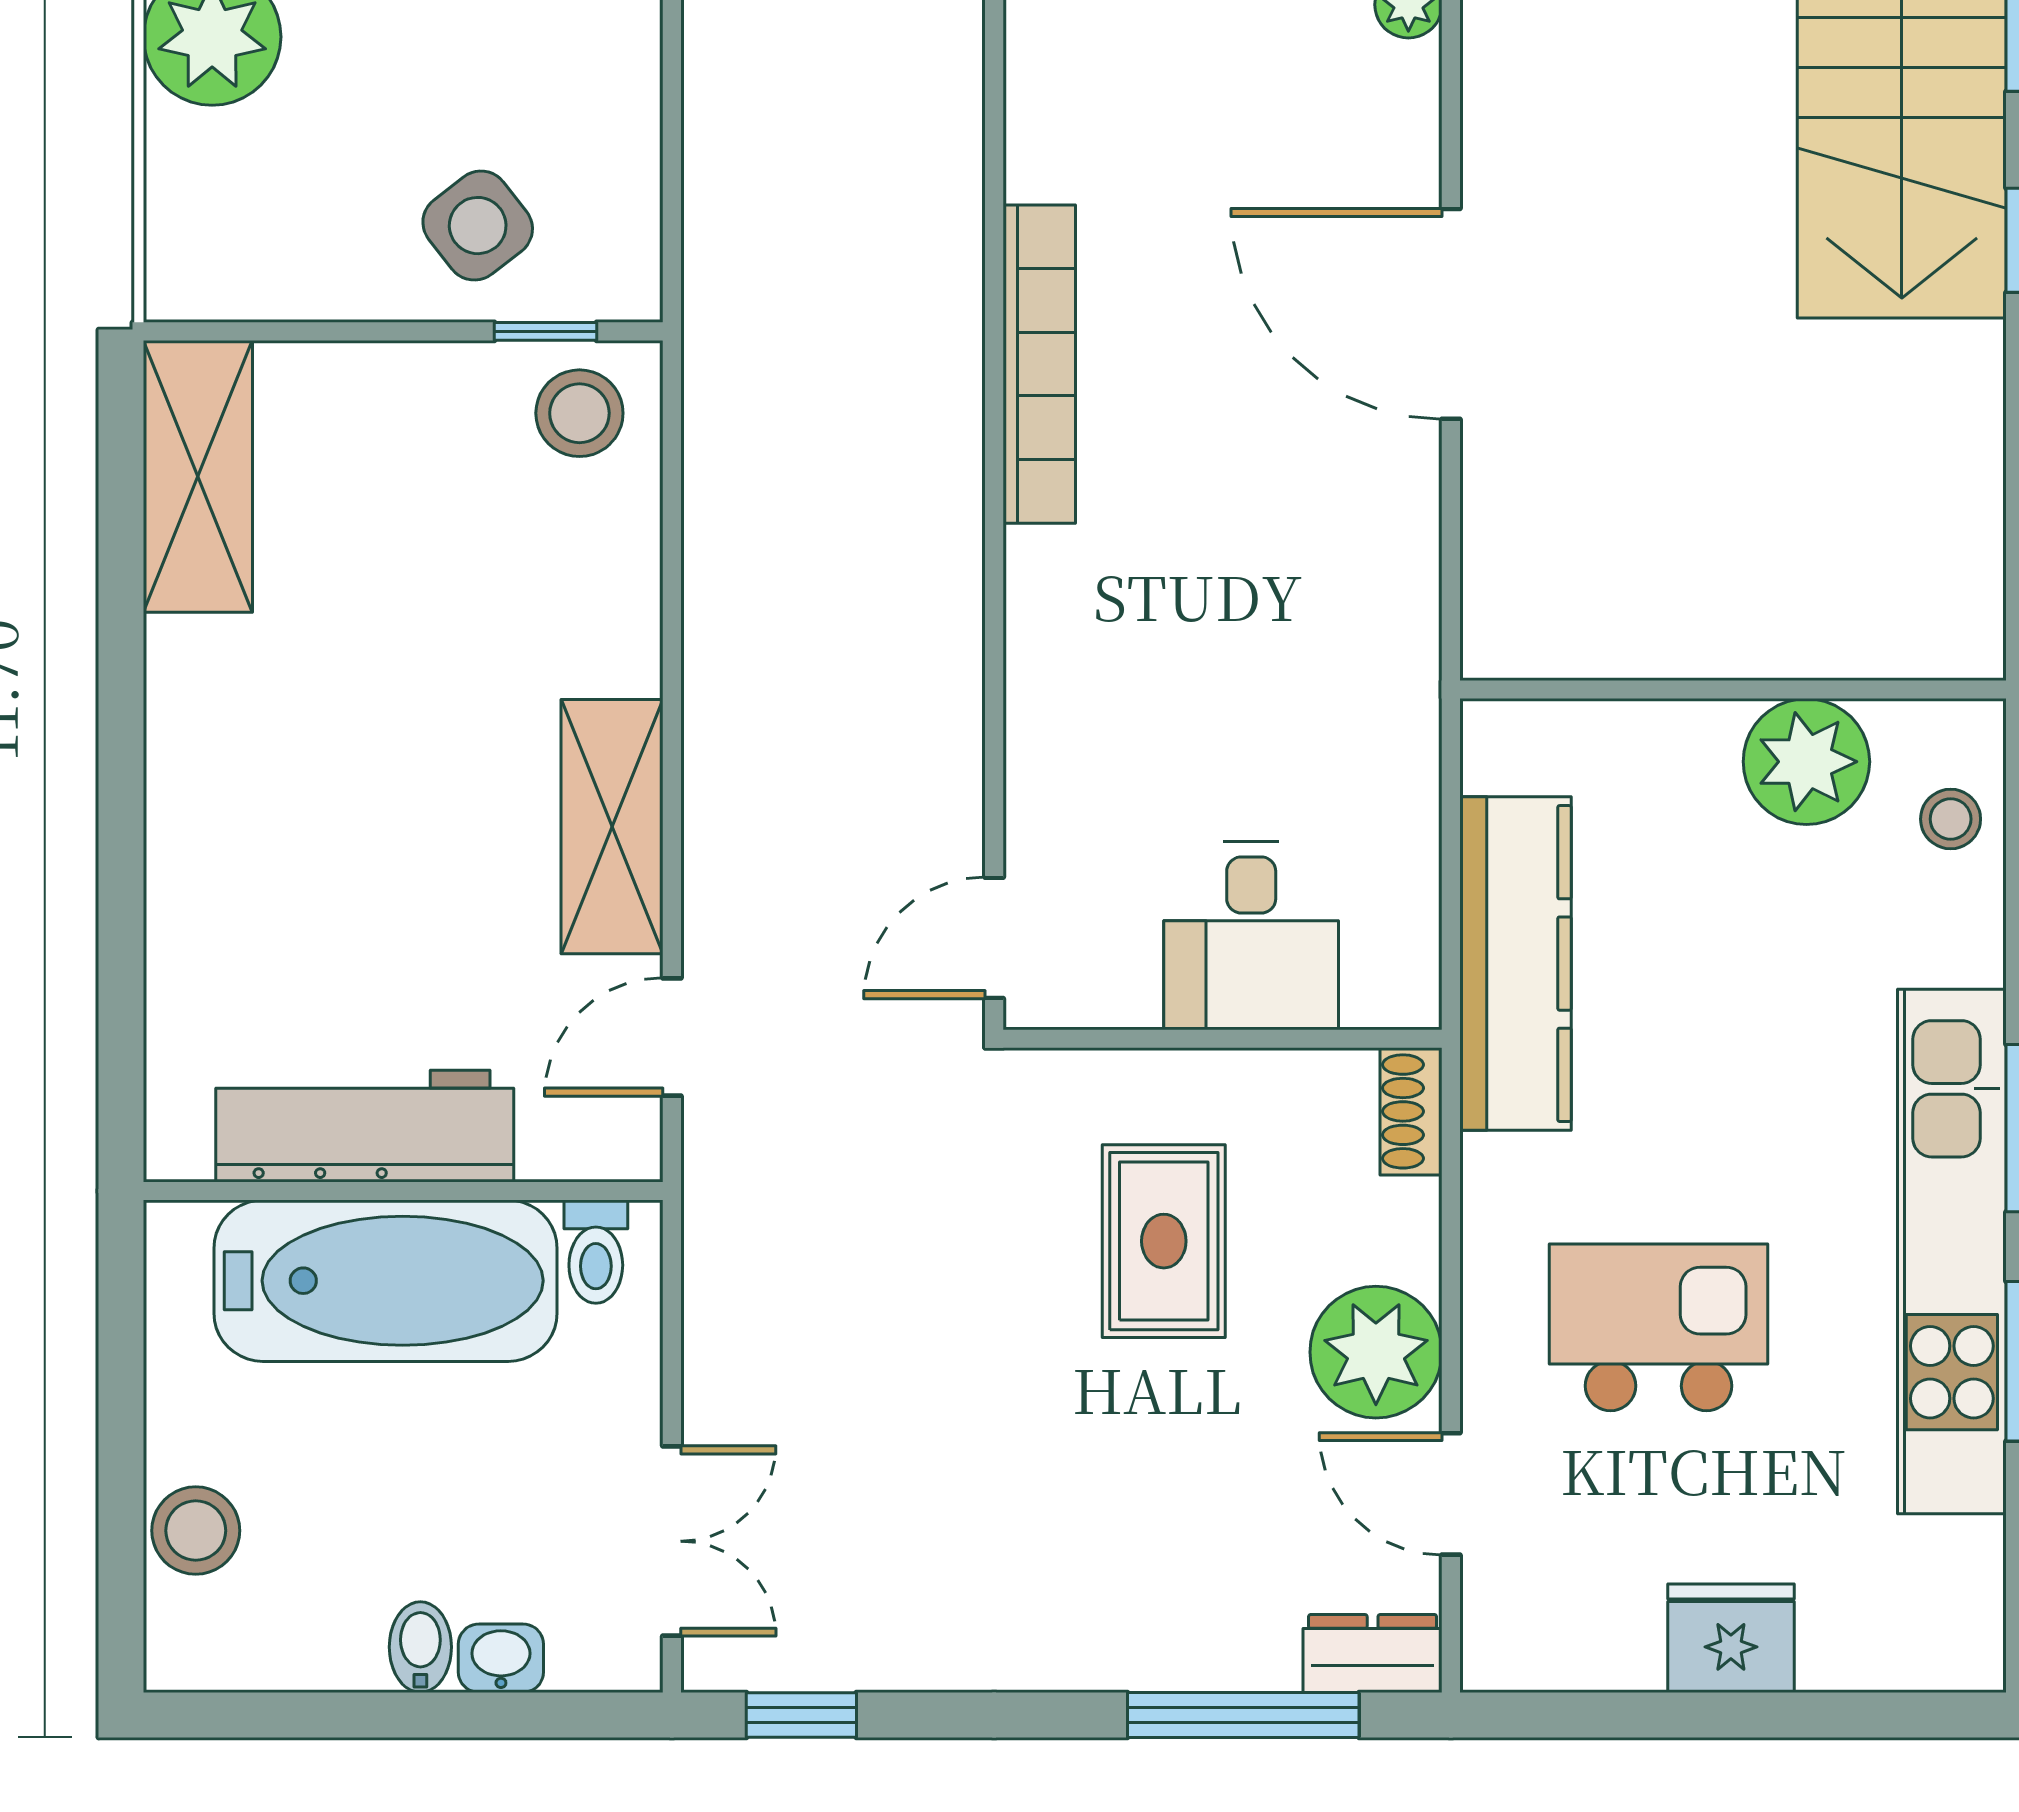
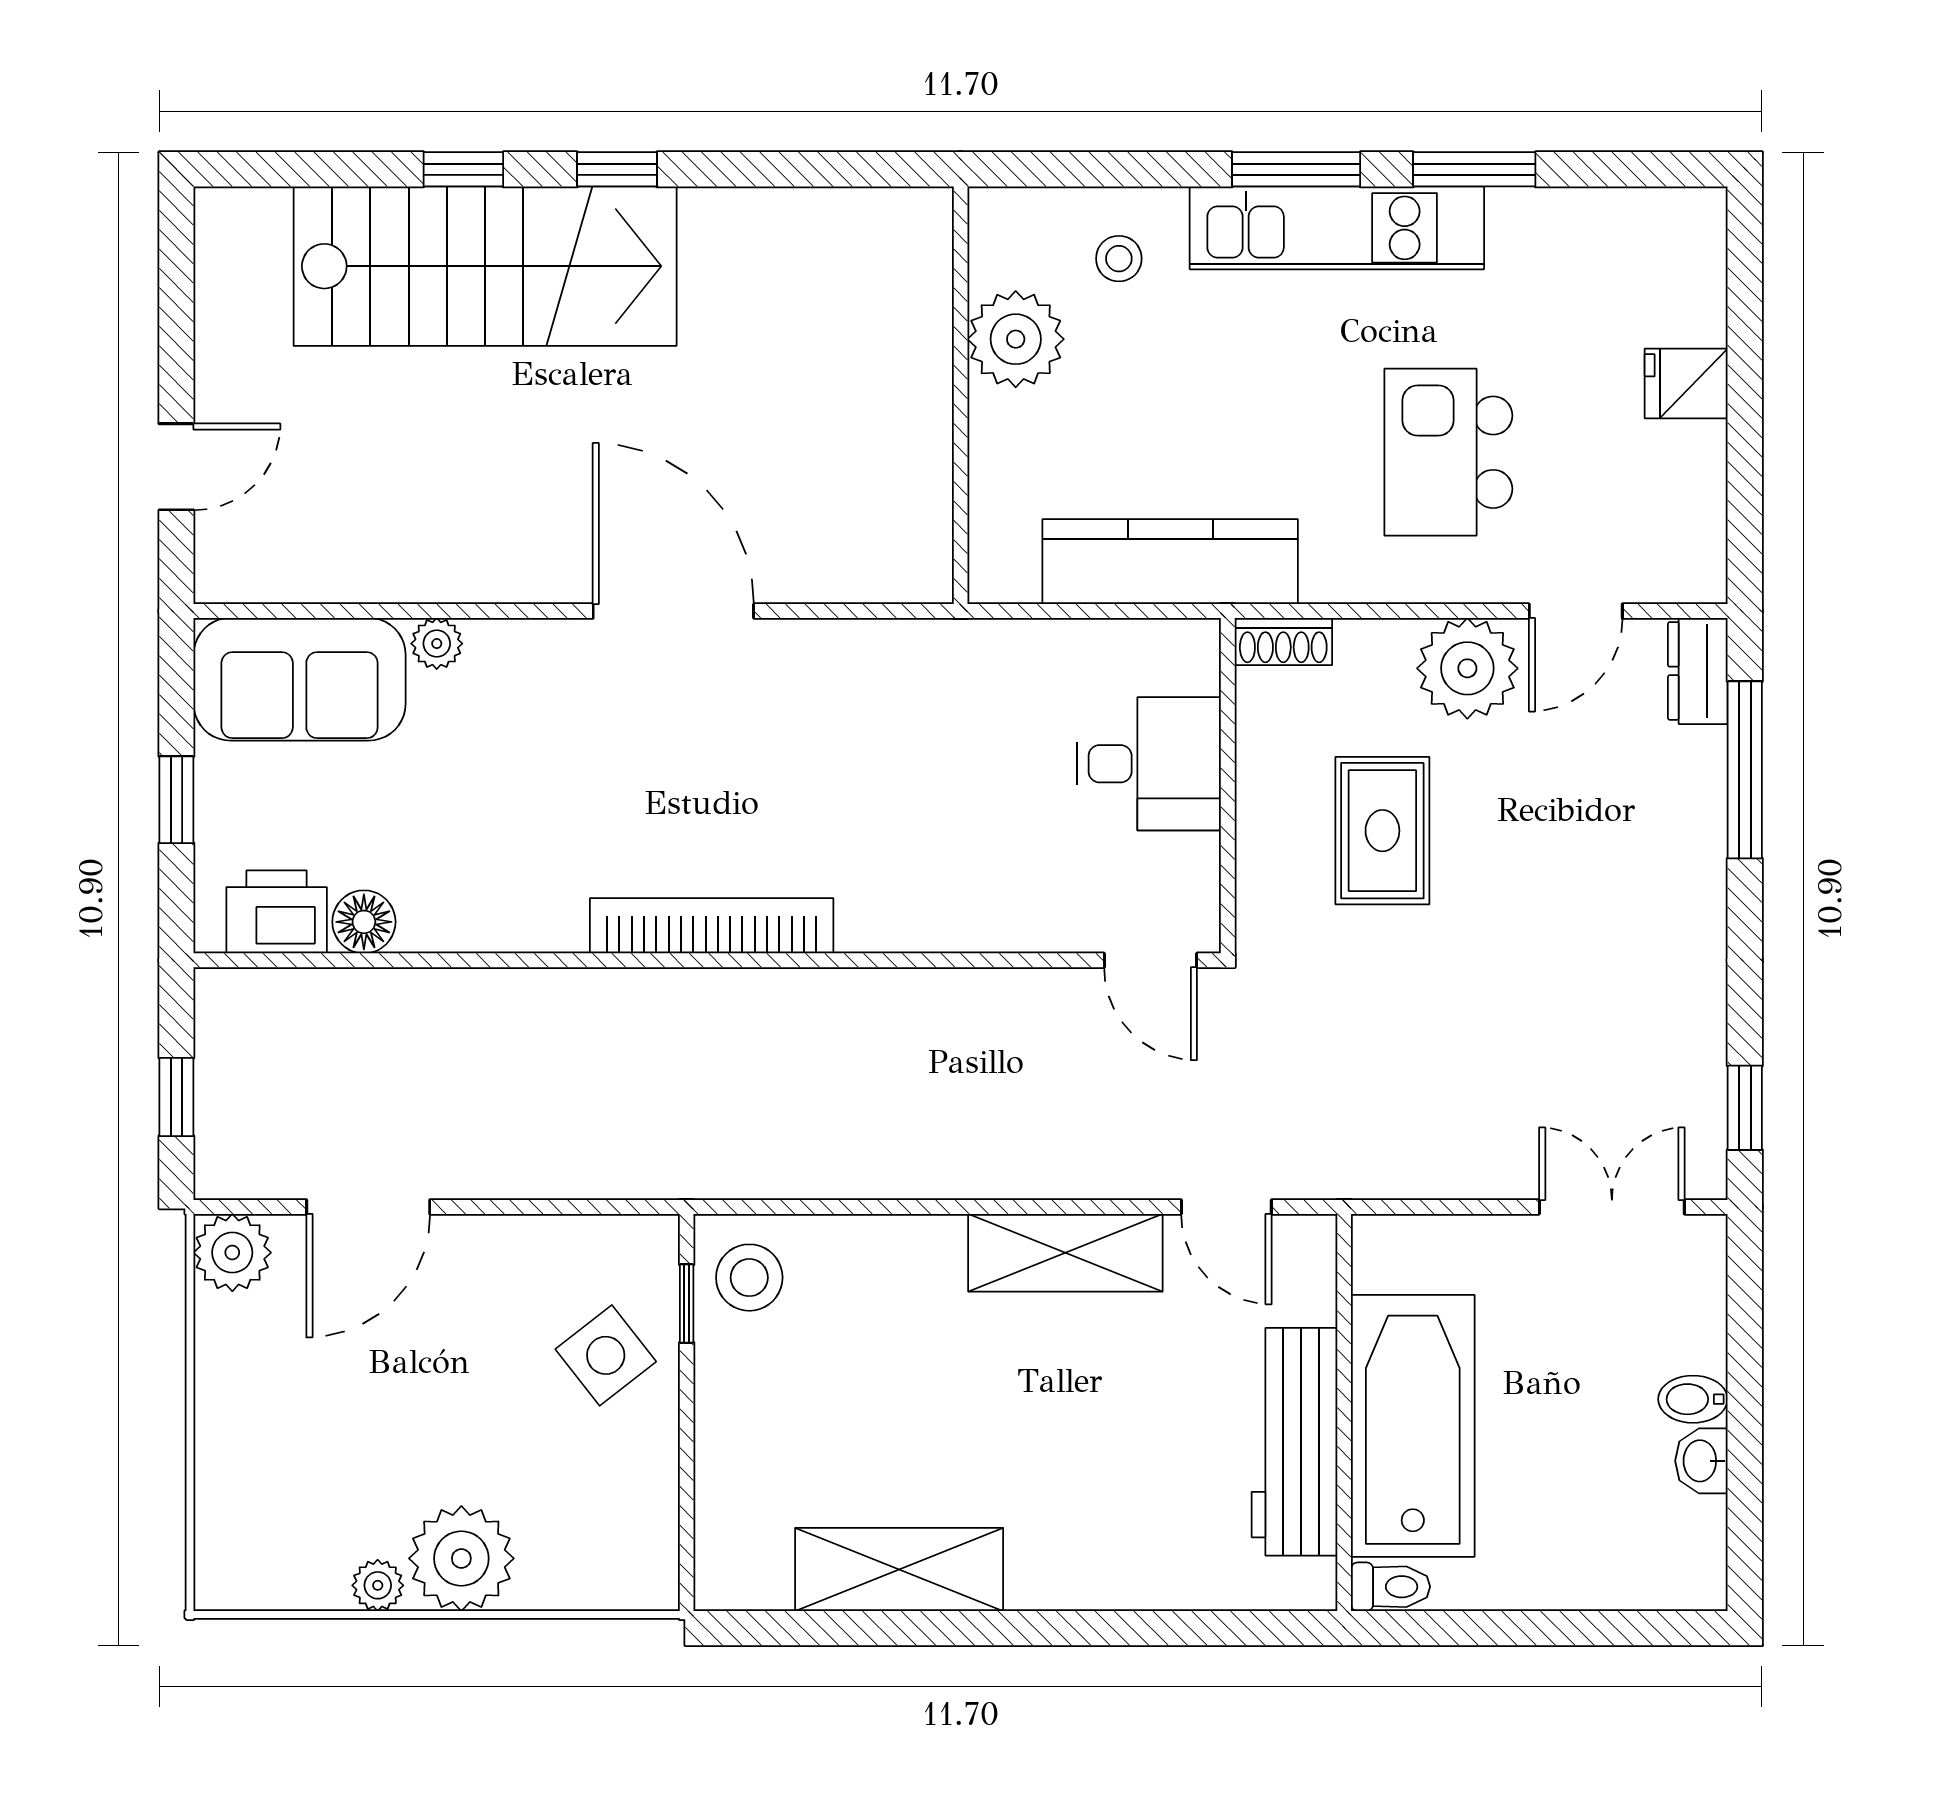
door: (1451, 314) -> (673, 611), swing flipped
shelving: (198, 476) -> (899, 1569), moved
stool: (1951, 819) -> (1119, 259), moved
rug: (1164, 1241) -> (1382, 831), turned 90
kitchen unit: (1952, 1251) -> (1337, 228), width x0.73
toilet: (596, 1252) -> (1391, 1587), moved
stool: (196, 1531) -> (1604, 1571), removed
fridge: (1731, 1638) -> (1686, 383), width x0.72
washbasin: (501, 1658) -> (1701, 1461), moved

